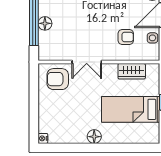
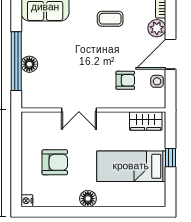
wardrobe: (132, 71) -> (146, 121), moved
armchair: (58, 79) -> (55, 162), moved, turned 180

